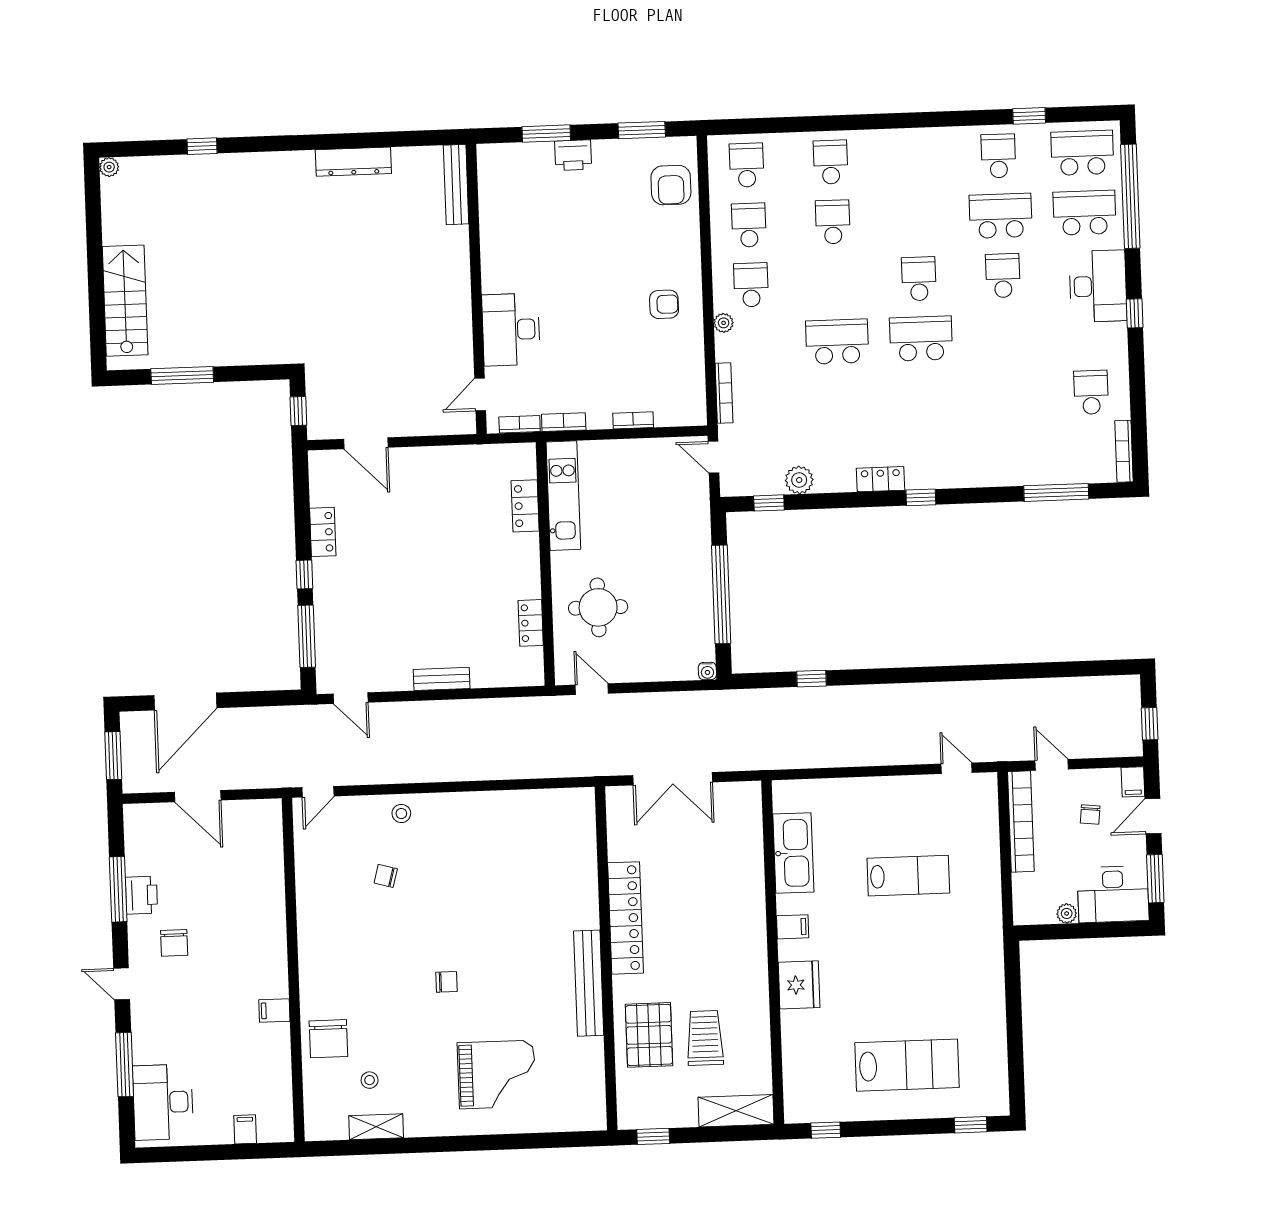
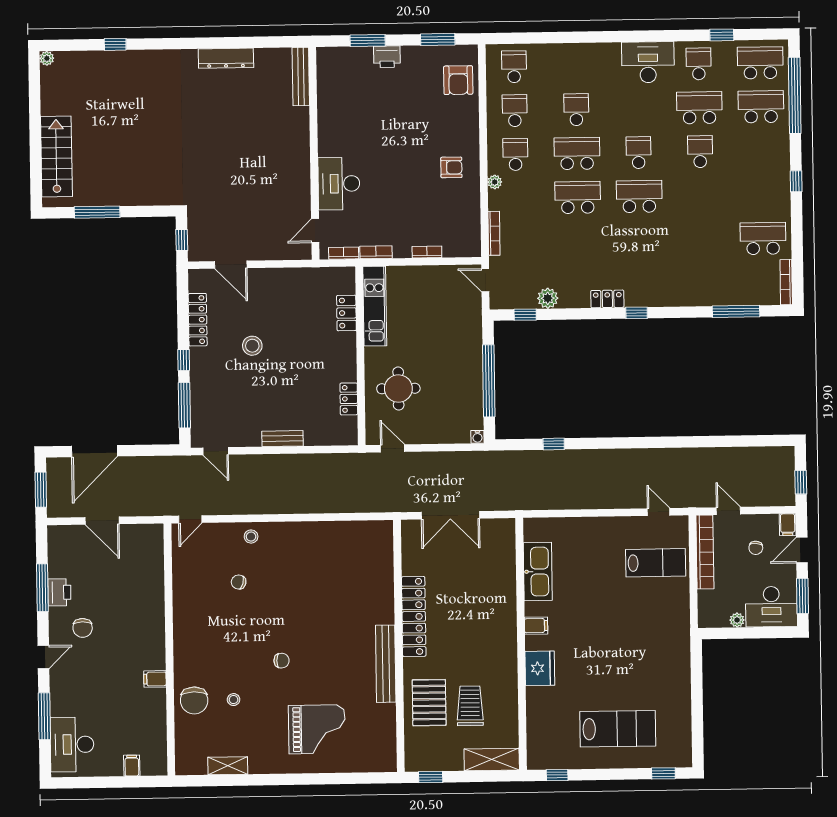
school desk: (831, 162) -> (577, 154), moved, width x1.85
desk: (1098, 286) -> (648, 62), moved, turned -90
school desk: (1091, 392) -> (763, 238), width x1.85
locker: (323, 532) -> (198, 320), width x1.53
stool: (398, 553) -> (252, 346), added
lab bench: (908, 876) -> (656, 563), moved
door: (122, 984) -> (43, 657), swing flipped
stool: (370, 1080) -> (234, 700), moved

